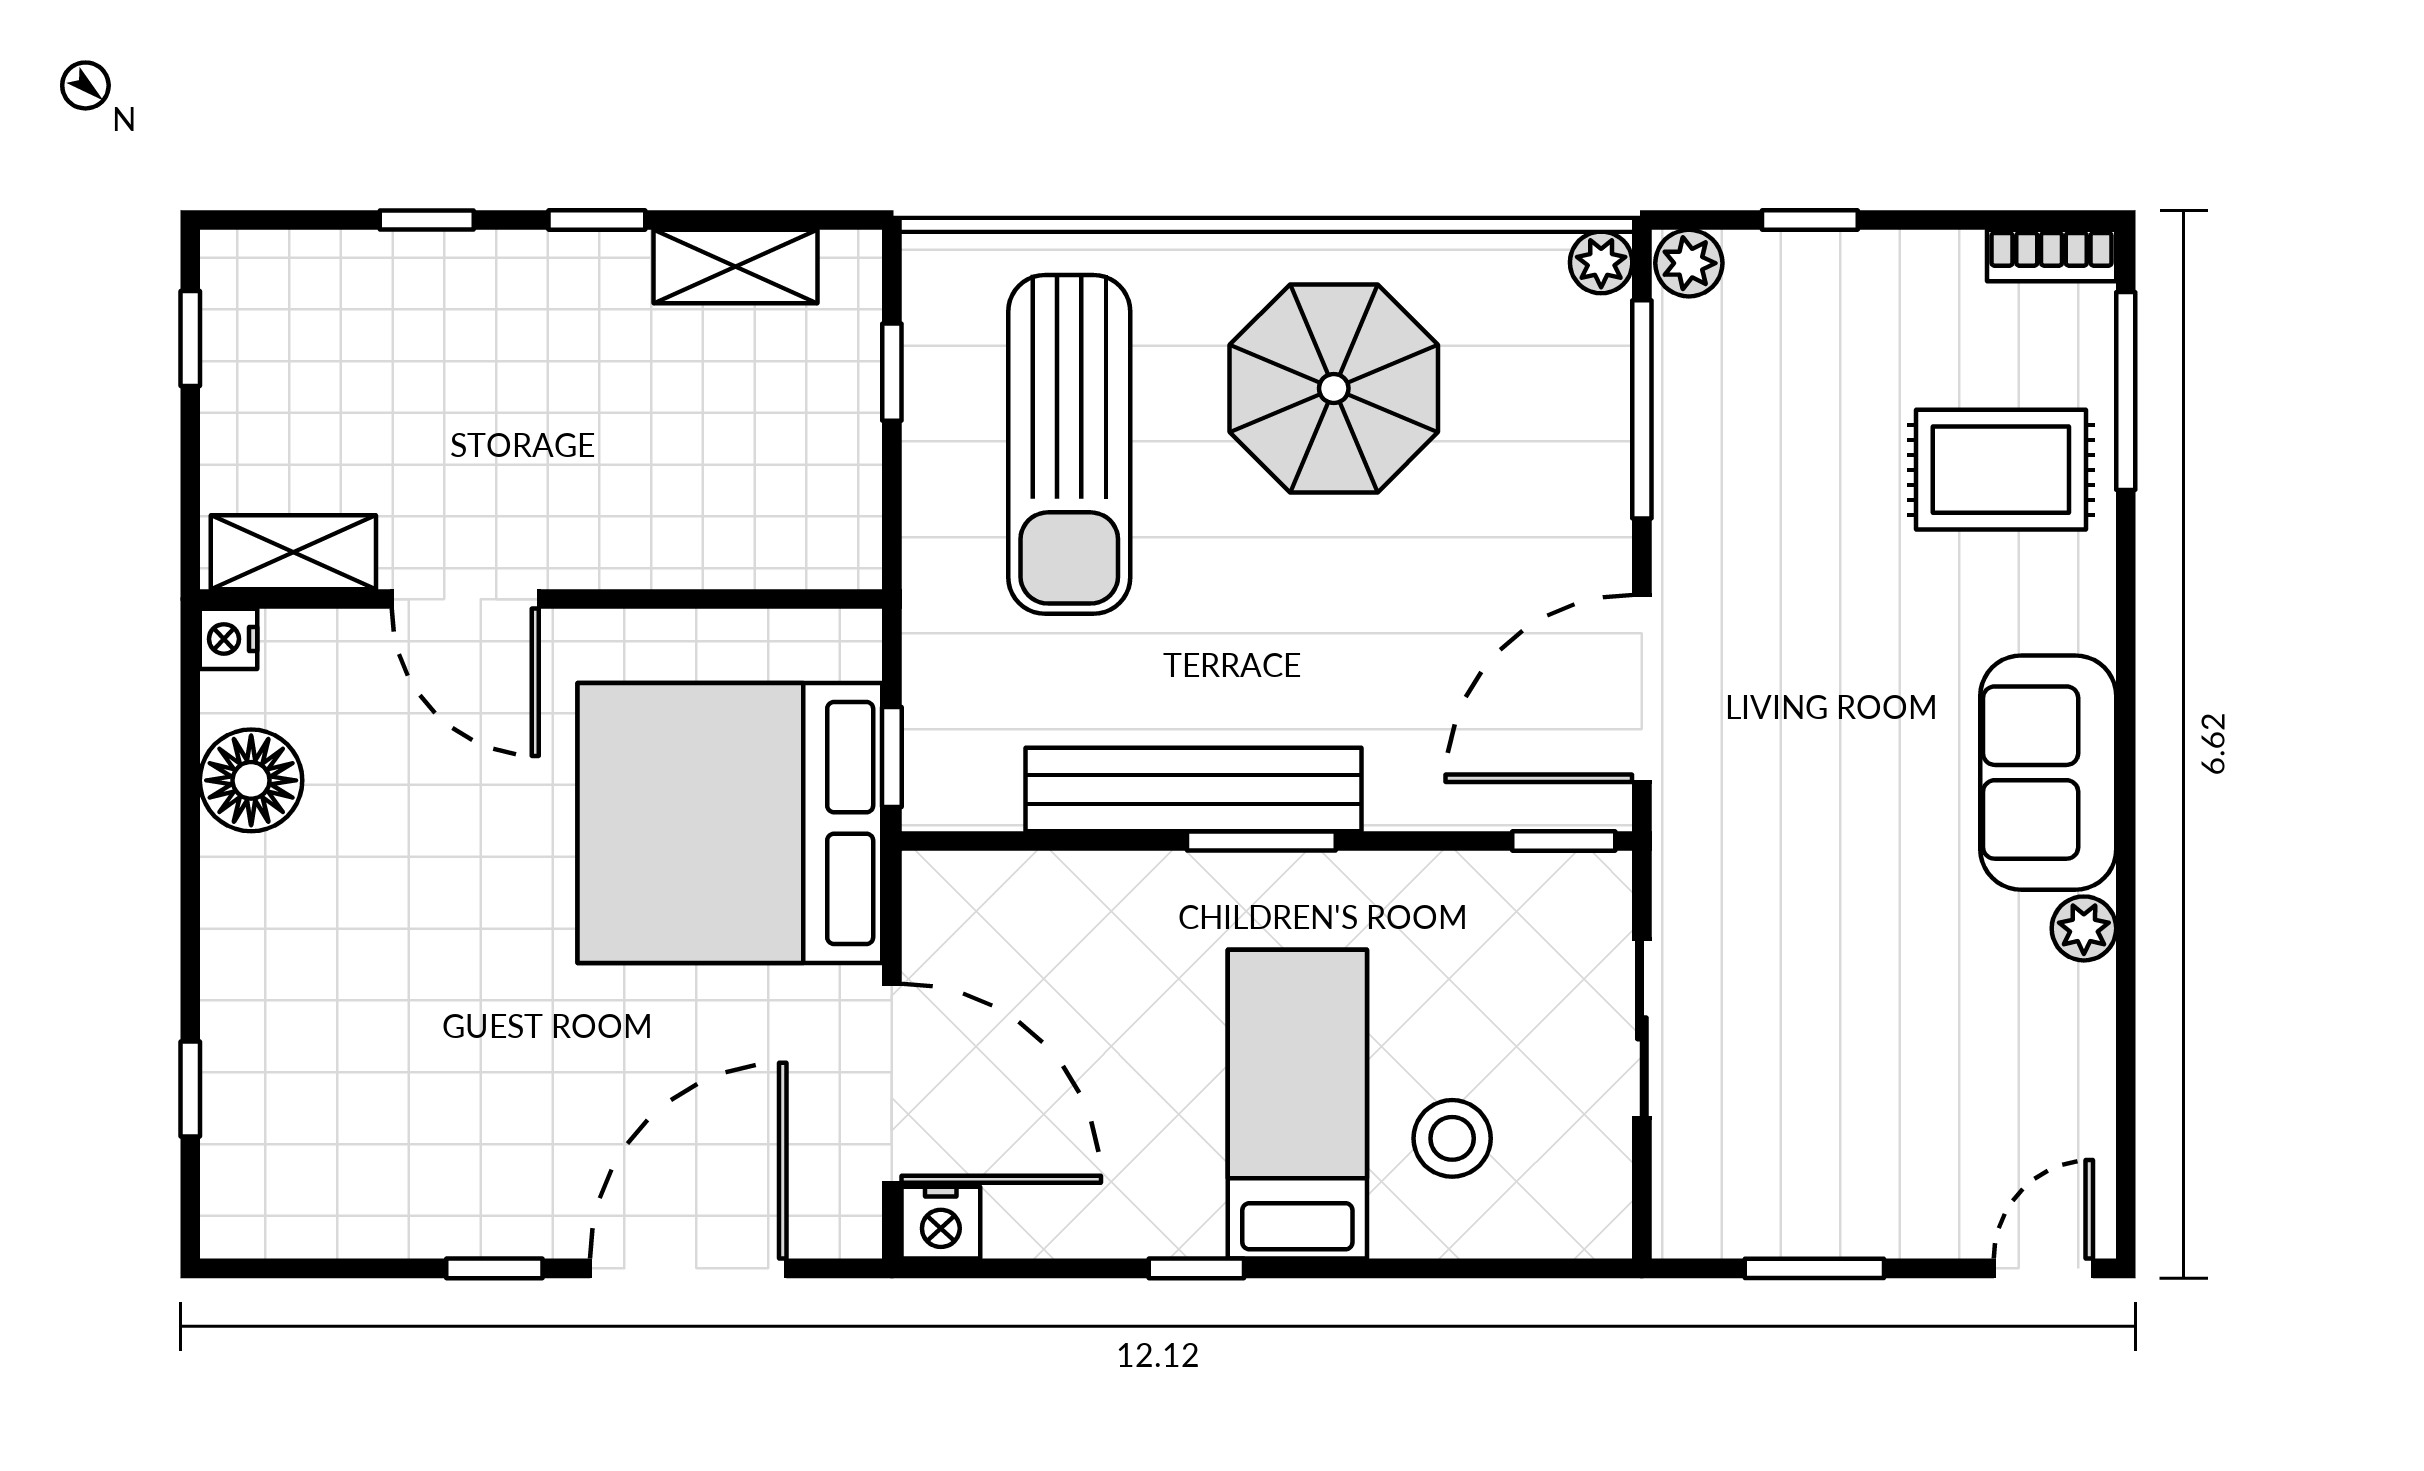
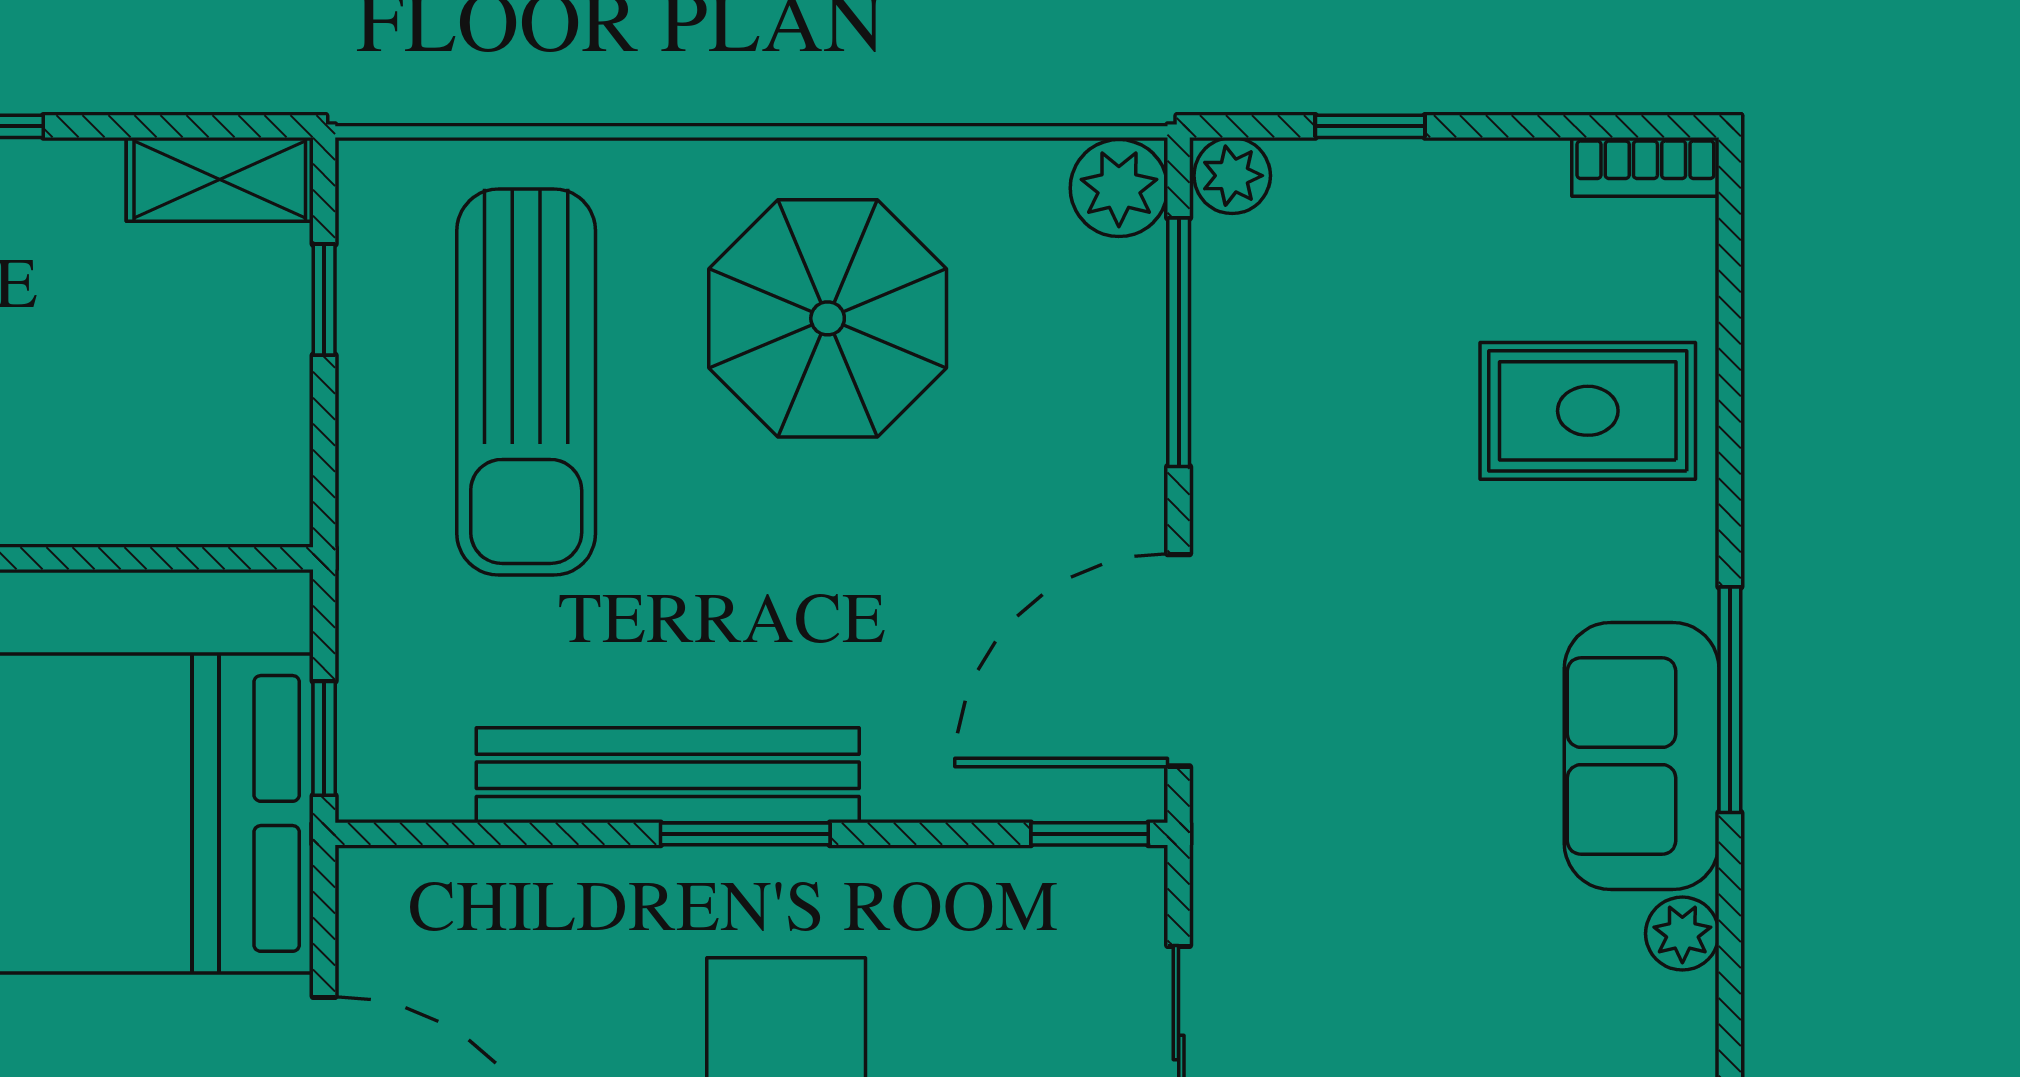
plant: (1601, 262) -> (1119, 188), width x1.38, depth x1.38
shelving: (736, 267) -> (220, 179), moved
window: (2126, 391) -> (1730, 700), moved

